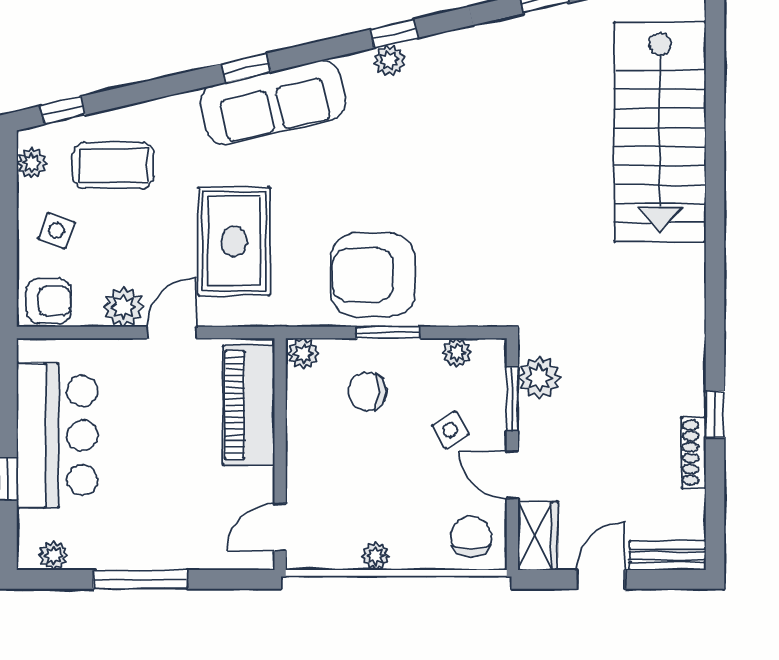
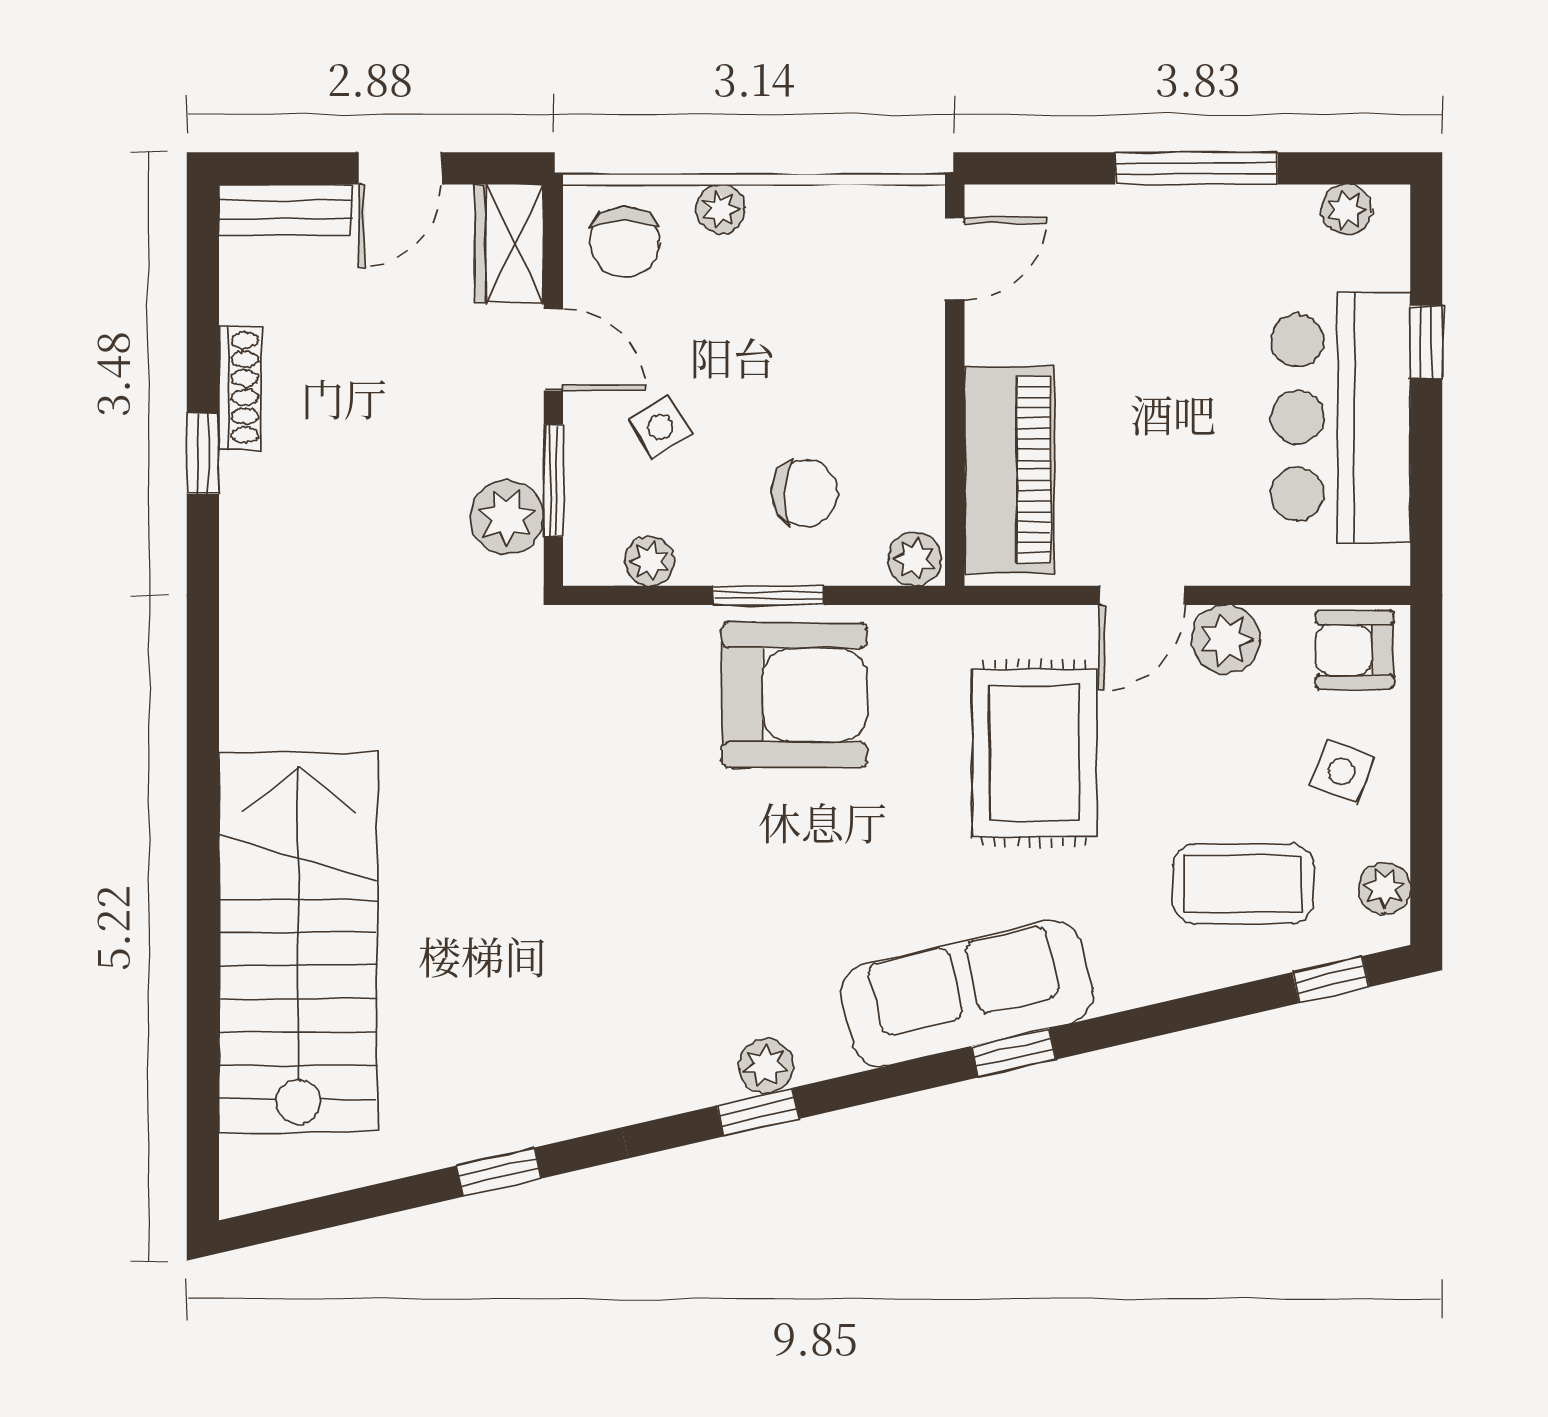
plant: (376, 556) -> (720, 209), moved

